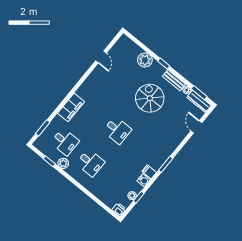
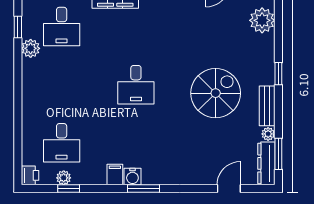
plant: (145, 60) -> (262, 20), moved
desk: (90, 163) -> (62, 143), moved
water cooler: (144, 180) -> (132, 177), moved

